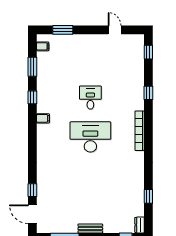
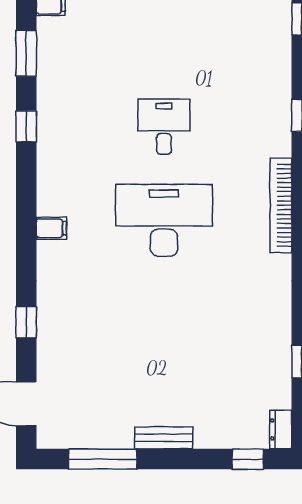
filing cabinet: (43, 118) -> (51, 228), moved
window: (32, 190) -> (26, 322), moved

